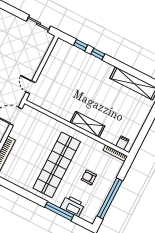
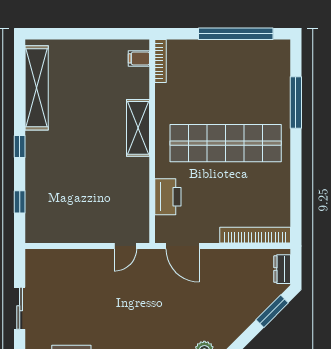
sliding door: (39, 24) -> (20, 308), moved
window: (98, 54) -> (20, 147), moved
armchair: (89, 177) -> (220, 83), removed
printer: (72, 206) -> (168, 197), moved, turned 180

